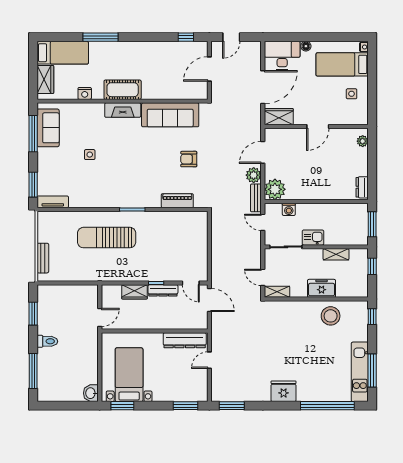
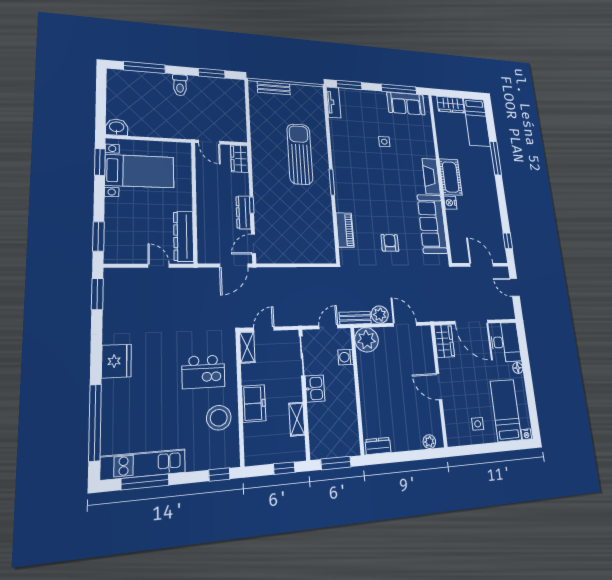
nightstand: (85, 93) -> (450, 203), moved
wardrobe: (134, 292) -> (240, 159), moved
kitchen island: (295, 327) -> (203, 372), added

